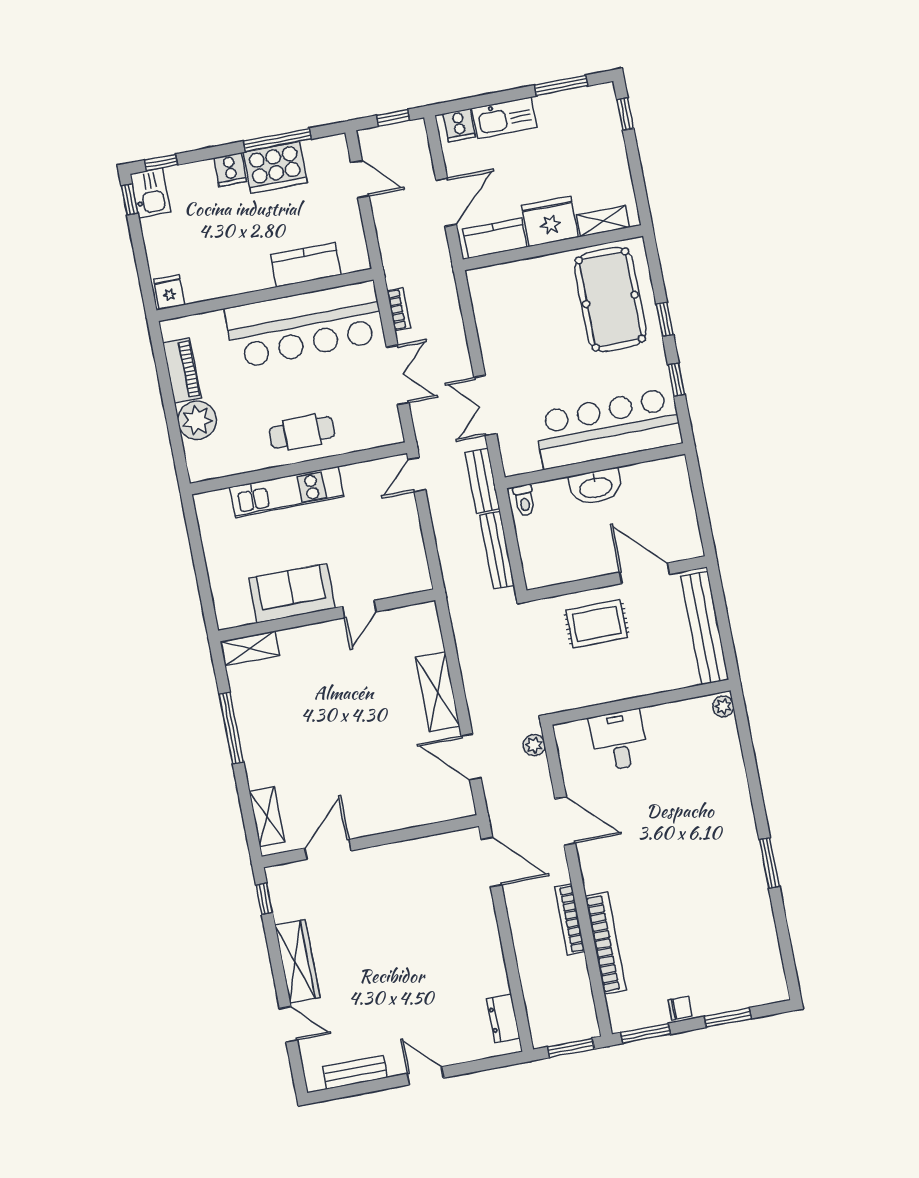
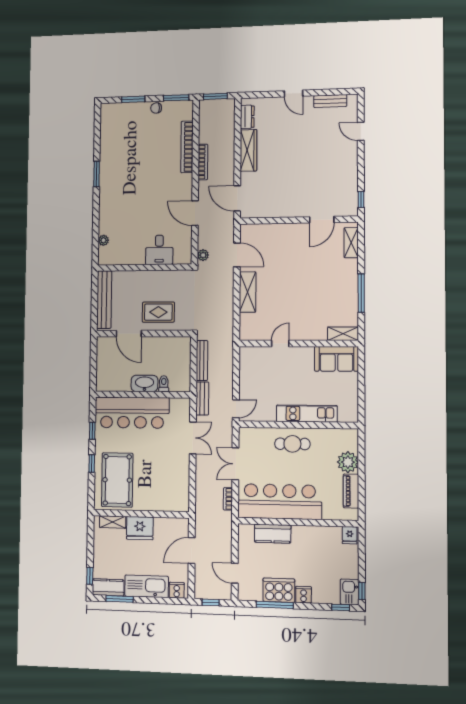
kitchen sink: (504, 118) -> (147, 586), width x1.36, depth x1.24
kitchen counter: (495, 238) -> (108, 587), moved, turned 180
toilet: (524, 500) -> (164, 384), moved
sofa: (292, 593) -> (336, 359), moved
plant: (723, 706) -> (103, 240), moved
wardrobe: (297, 961) -> (248, 150), moved, turned 180

